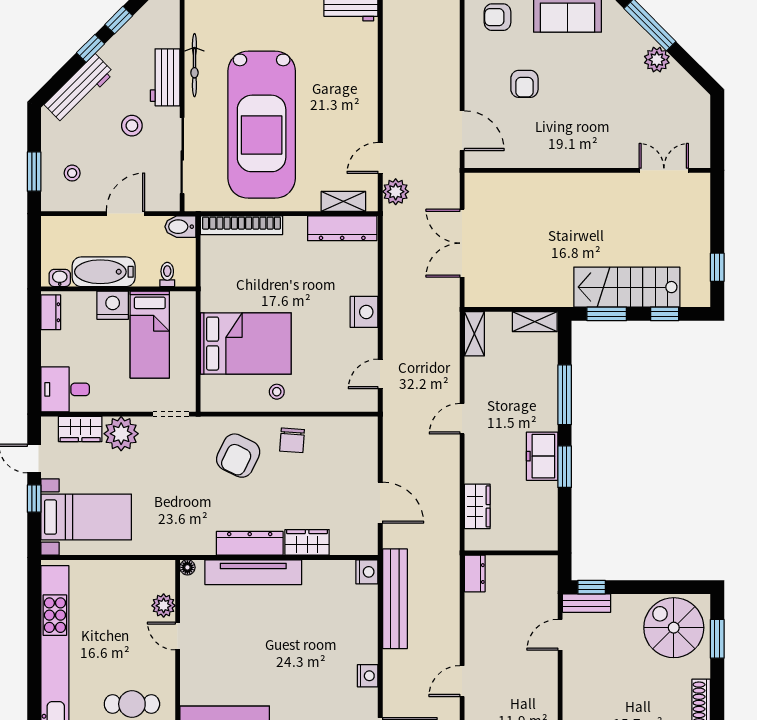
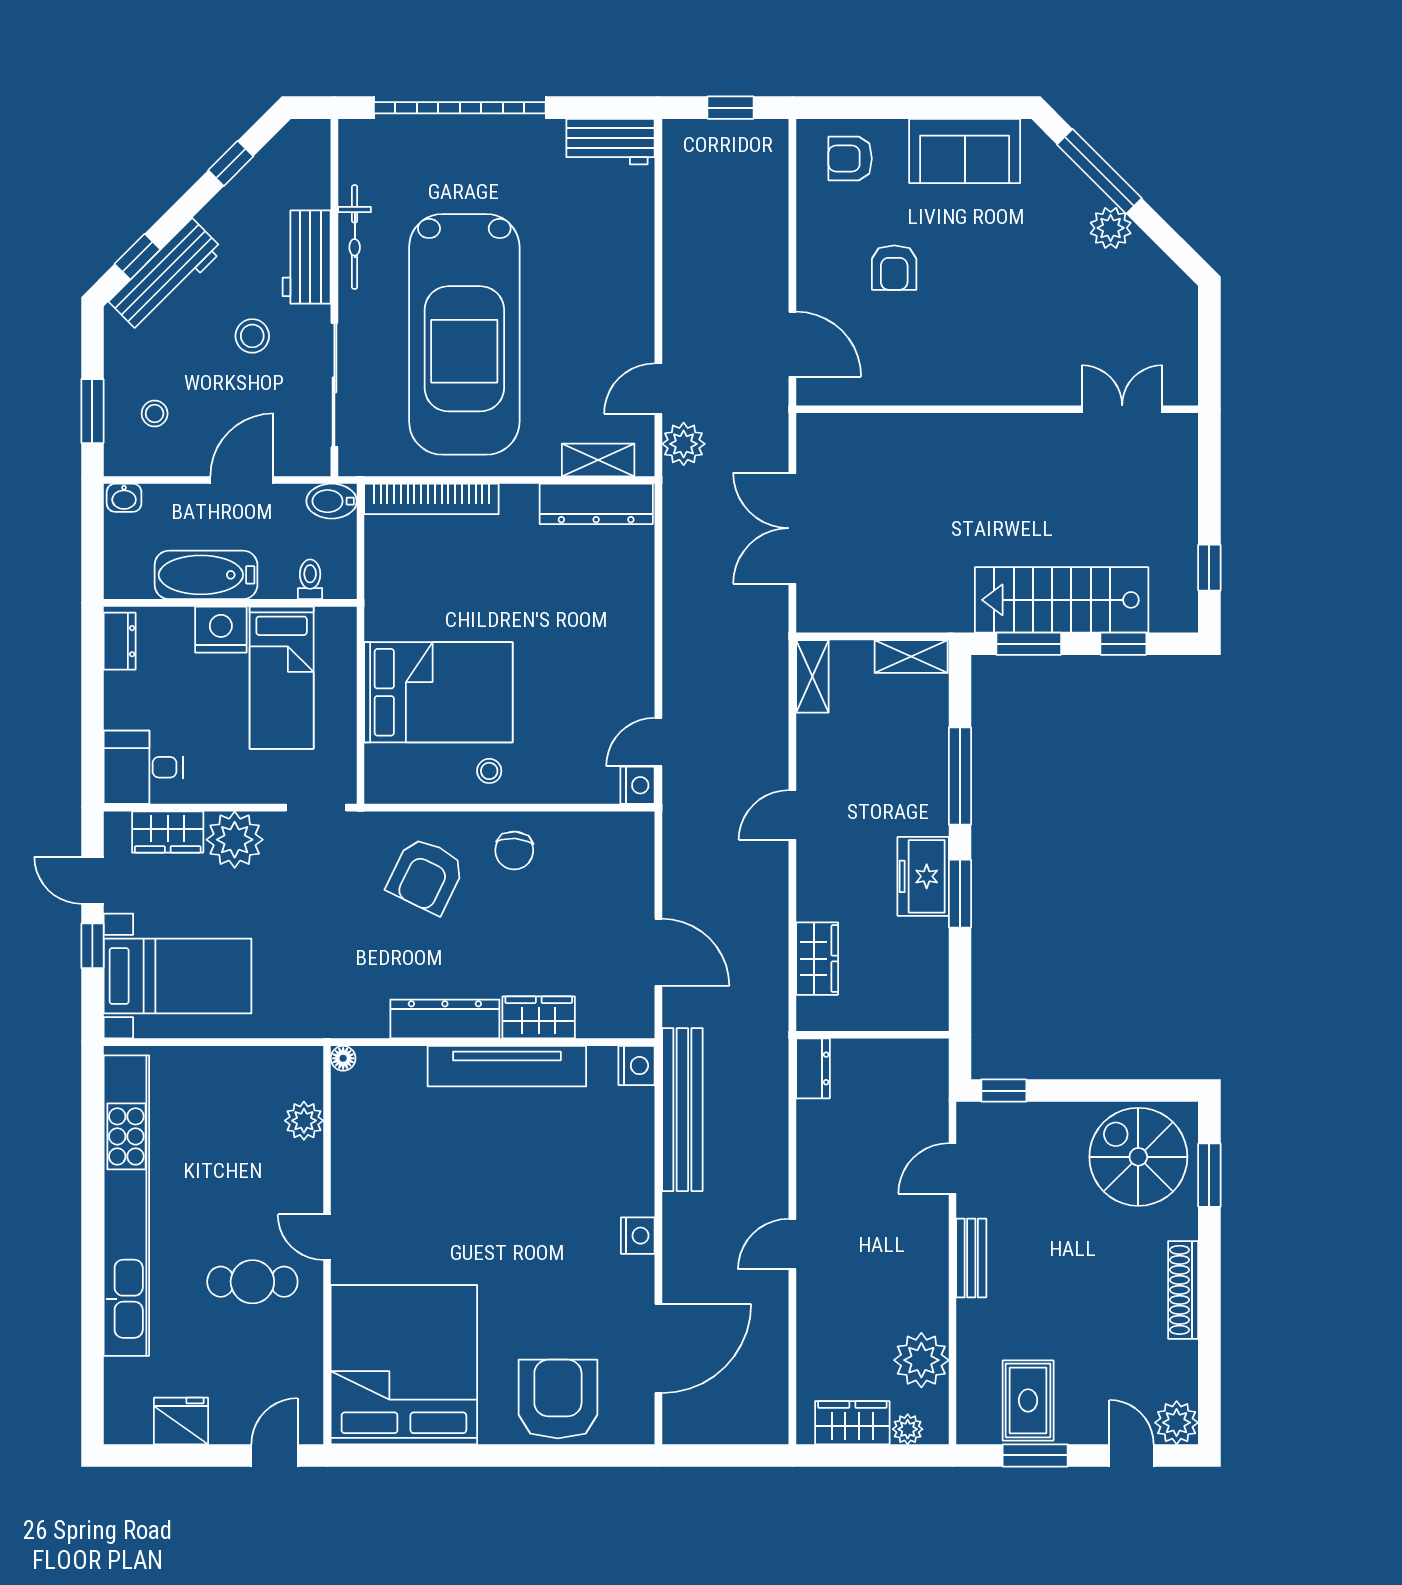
window: (90, 48) -> (137, 257), moved
washbasin: (60, 278) -> (124, 498), moved, turned 180
nightstand: (364, 312) -> (638, 785), moved, width x0.74, depth x0.75
tv unit: (253, 572) -> (507, 1066), moved
bench: (587, 603) -> (971, 1258), moved, turned 90
door: (178, 636) -> (327, 1237), moved

